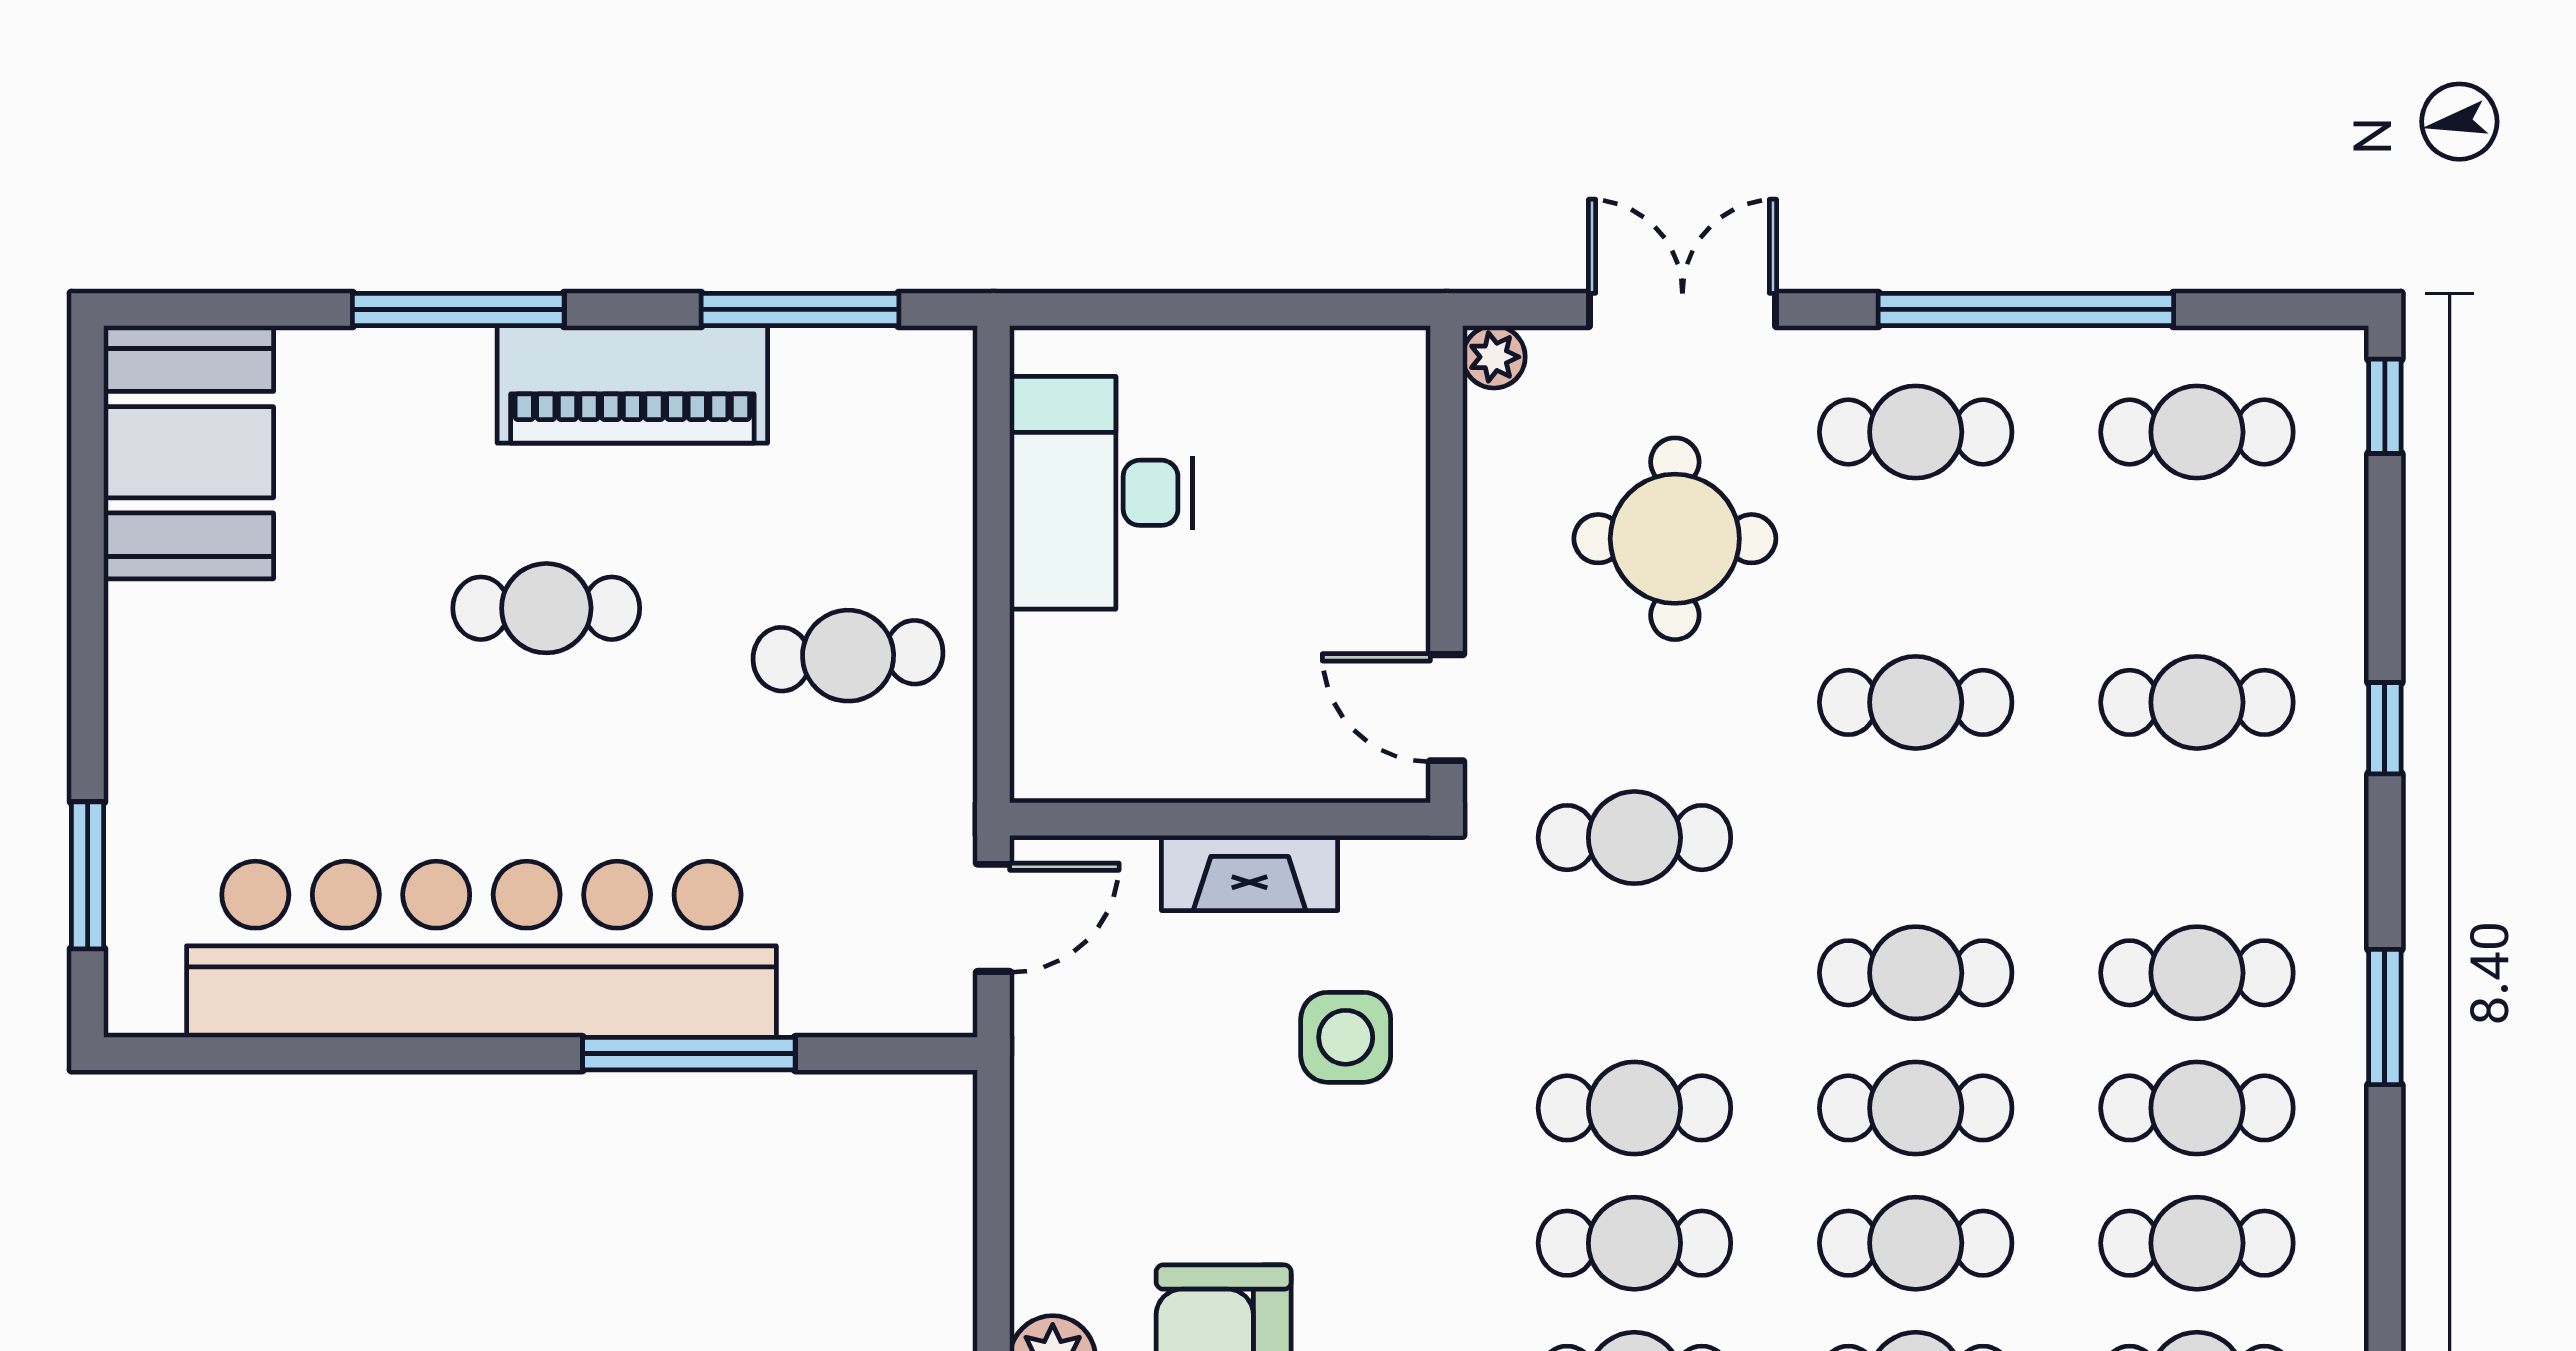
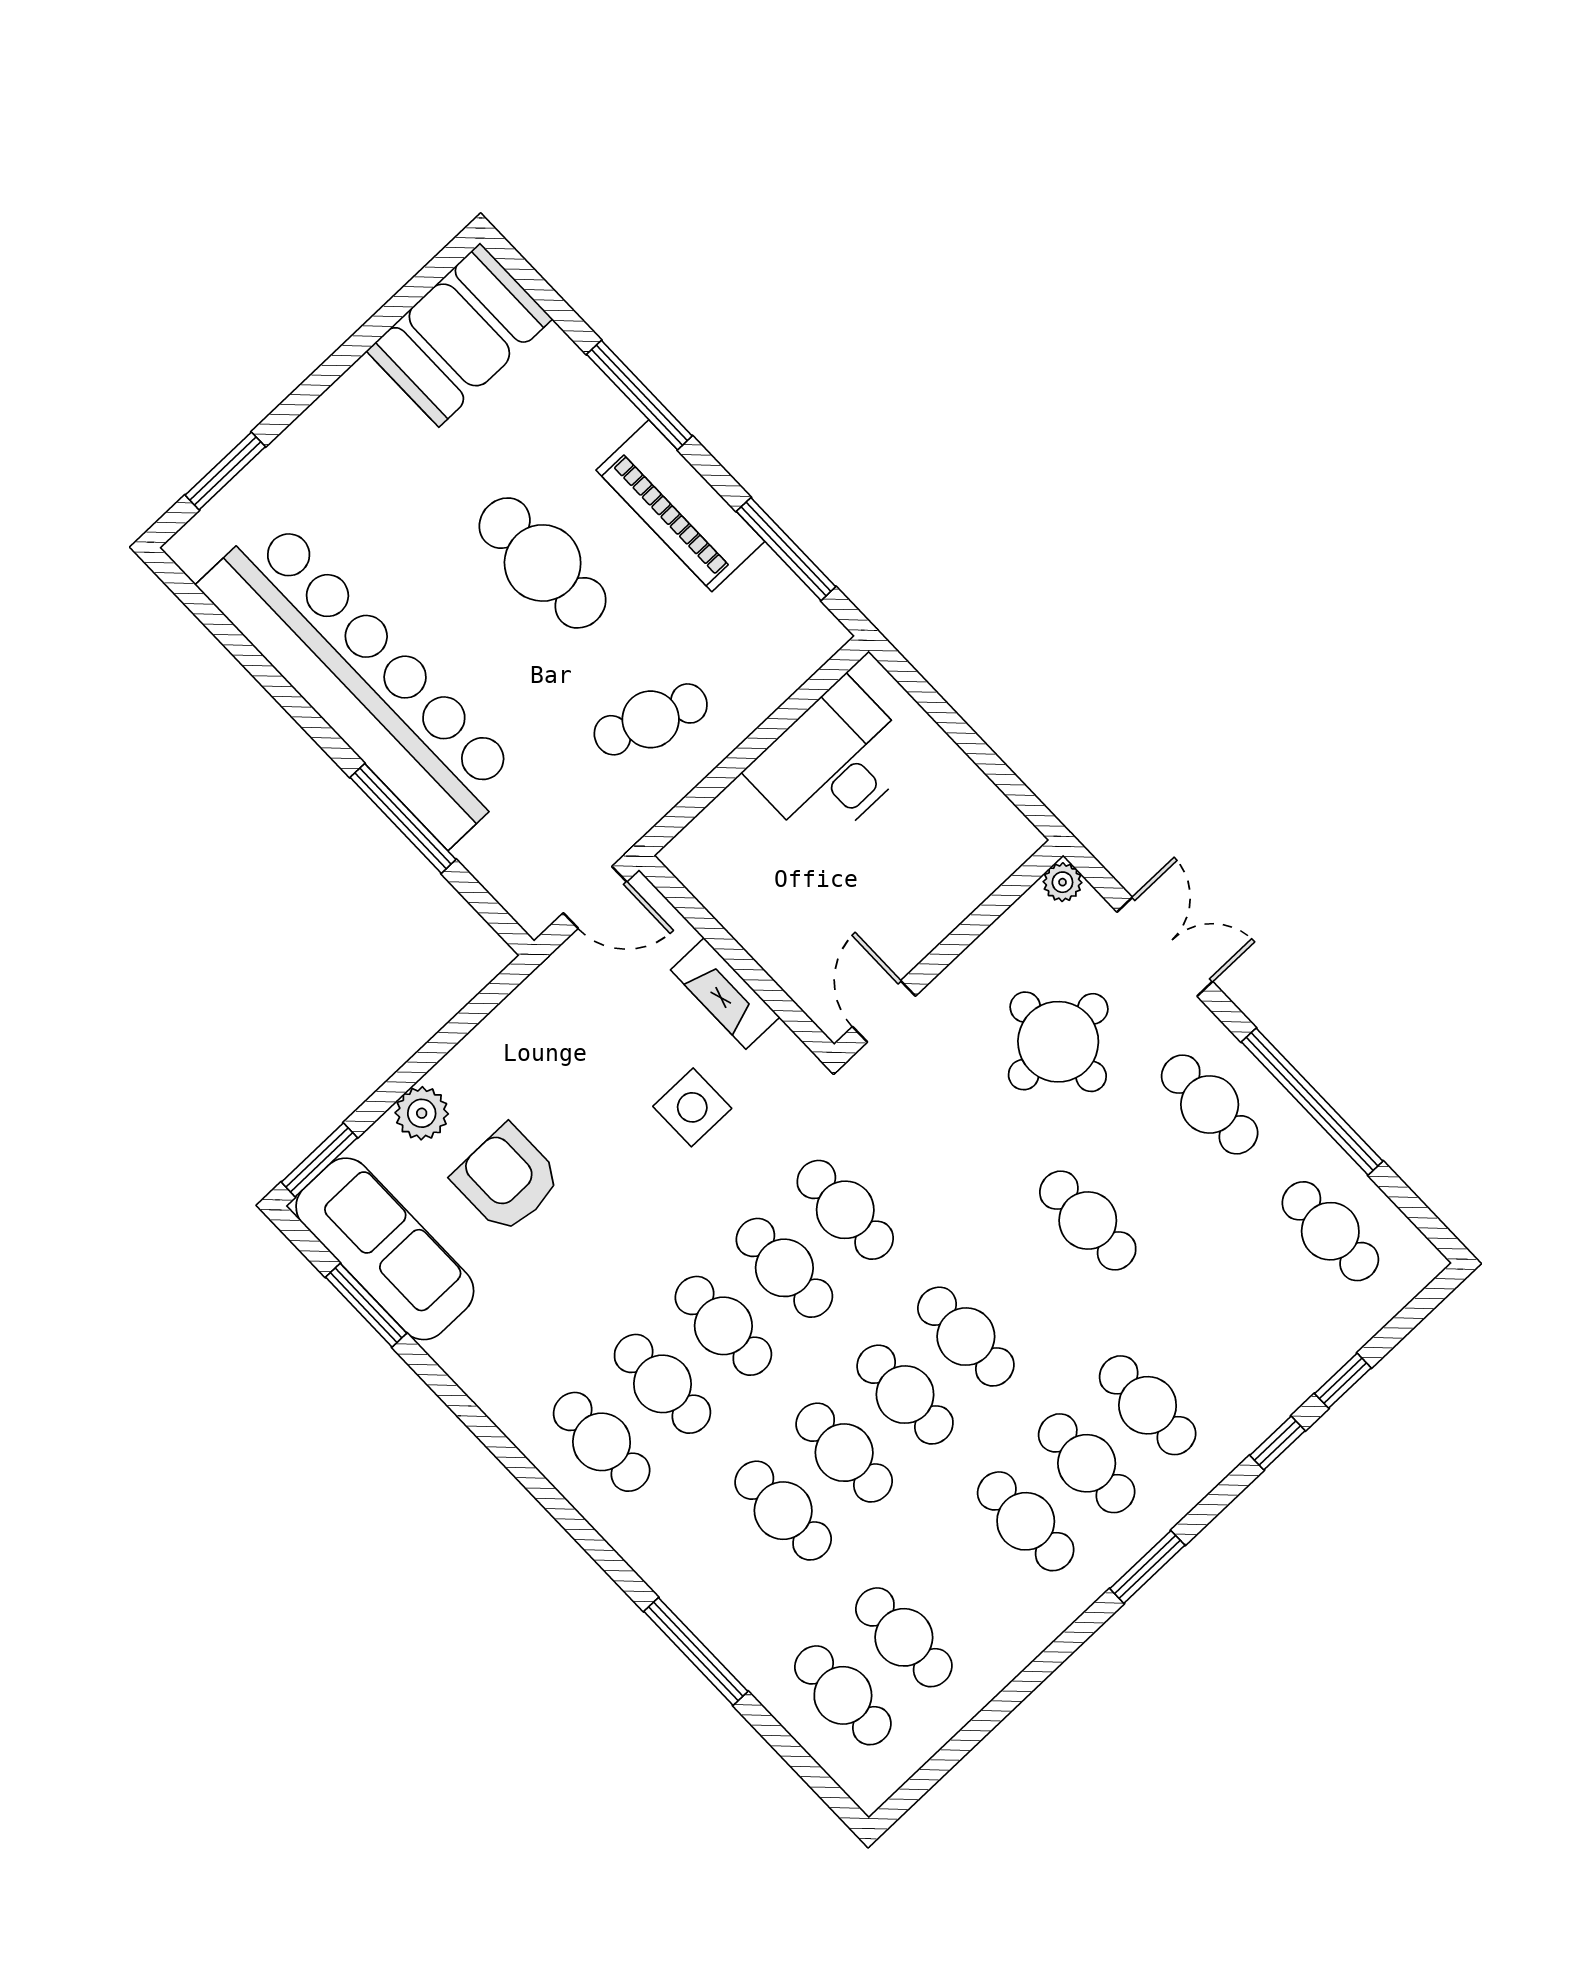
window: (2385, 406) -> (1343, 1381), moved
cafe table: (546, 608) -> (543, 563), width x1.37, depth x1.35
cafe table: (848, 656) -> (651, 719), turned -66
cafe table: (2197, 702) -> (1148, 1405), moved
cafe table: (1634, 838) -> (845, 1210), moved
cafe table: (2197, 1243) -> (965, 1579), removed

